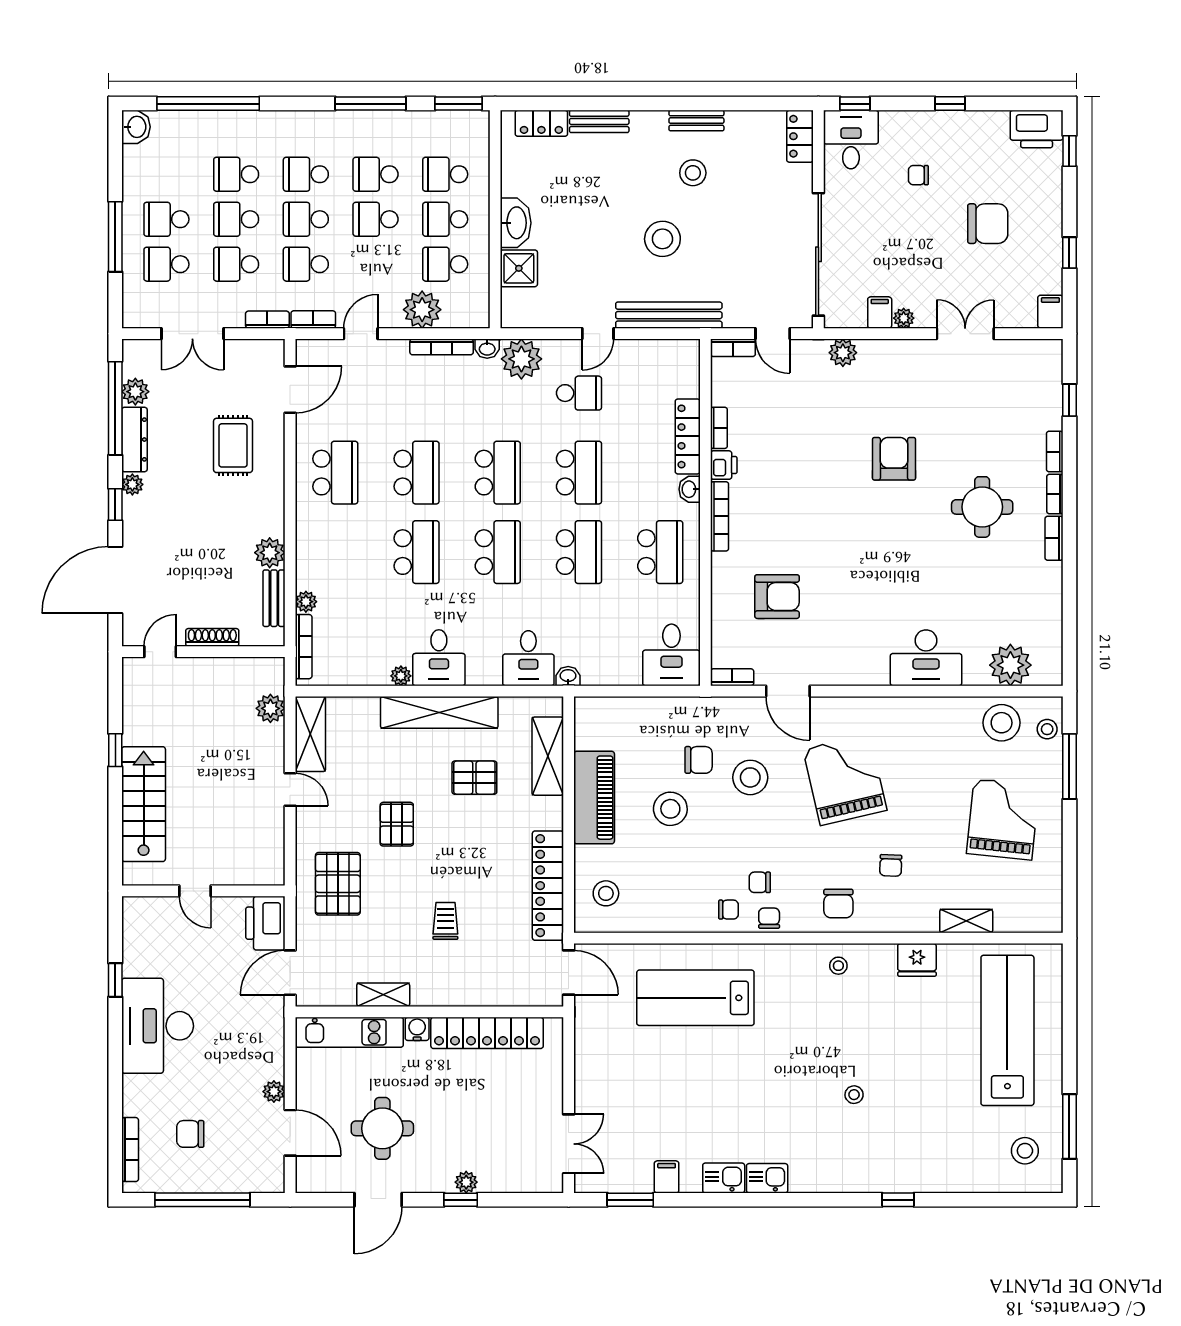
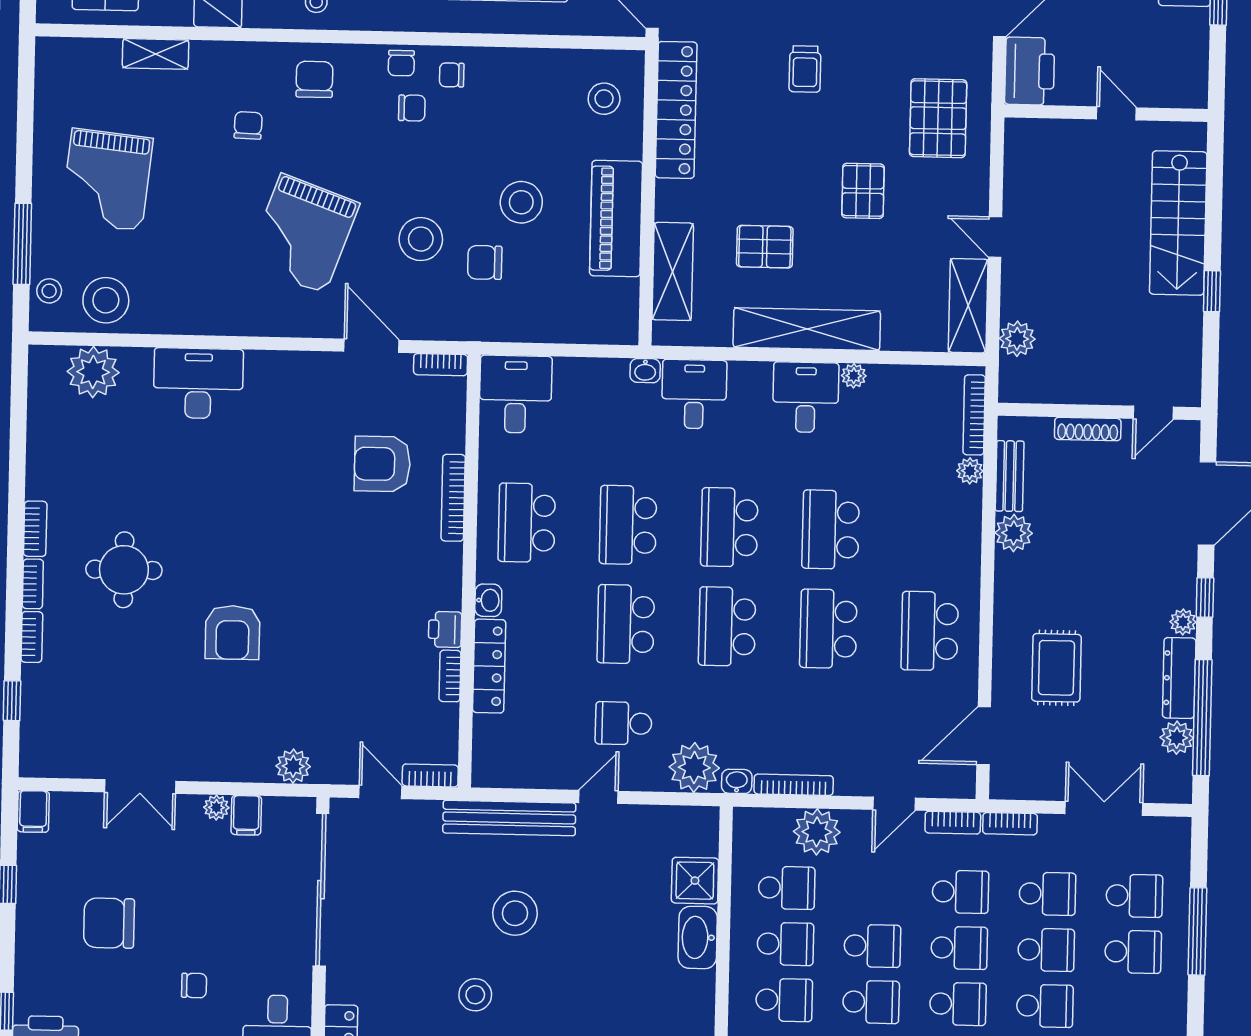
bookcase: (720, 516) -> (453, 498), moved
grand piano: (845, 780) -> (303, 234), turned 33

